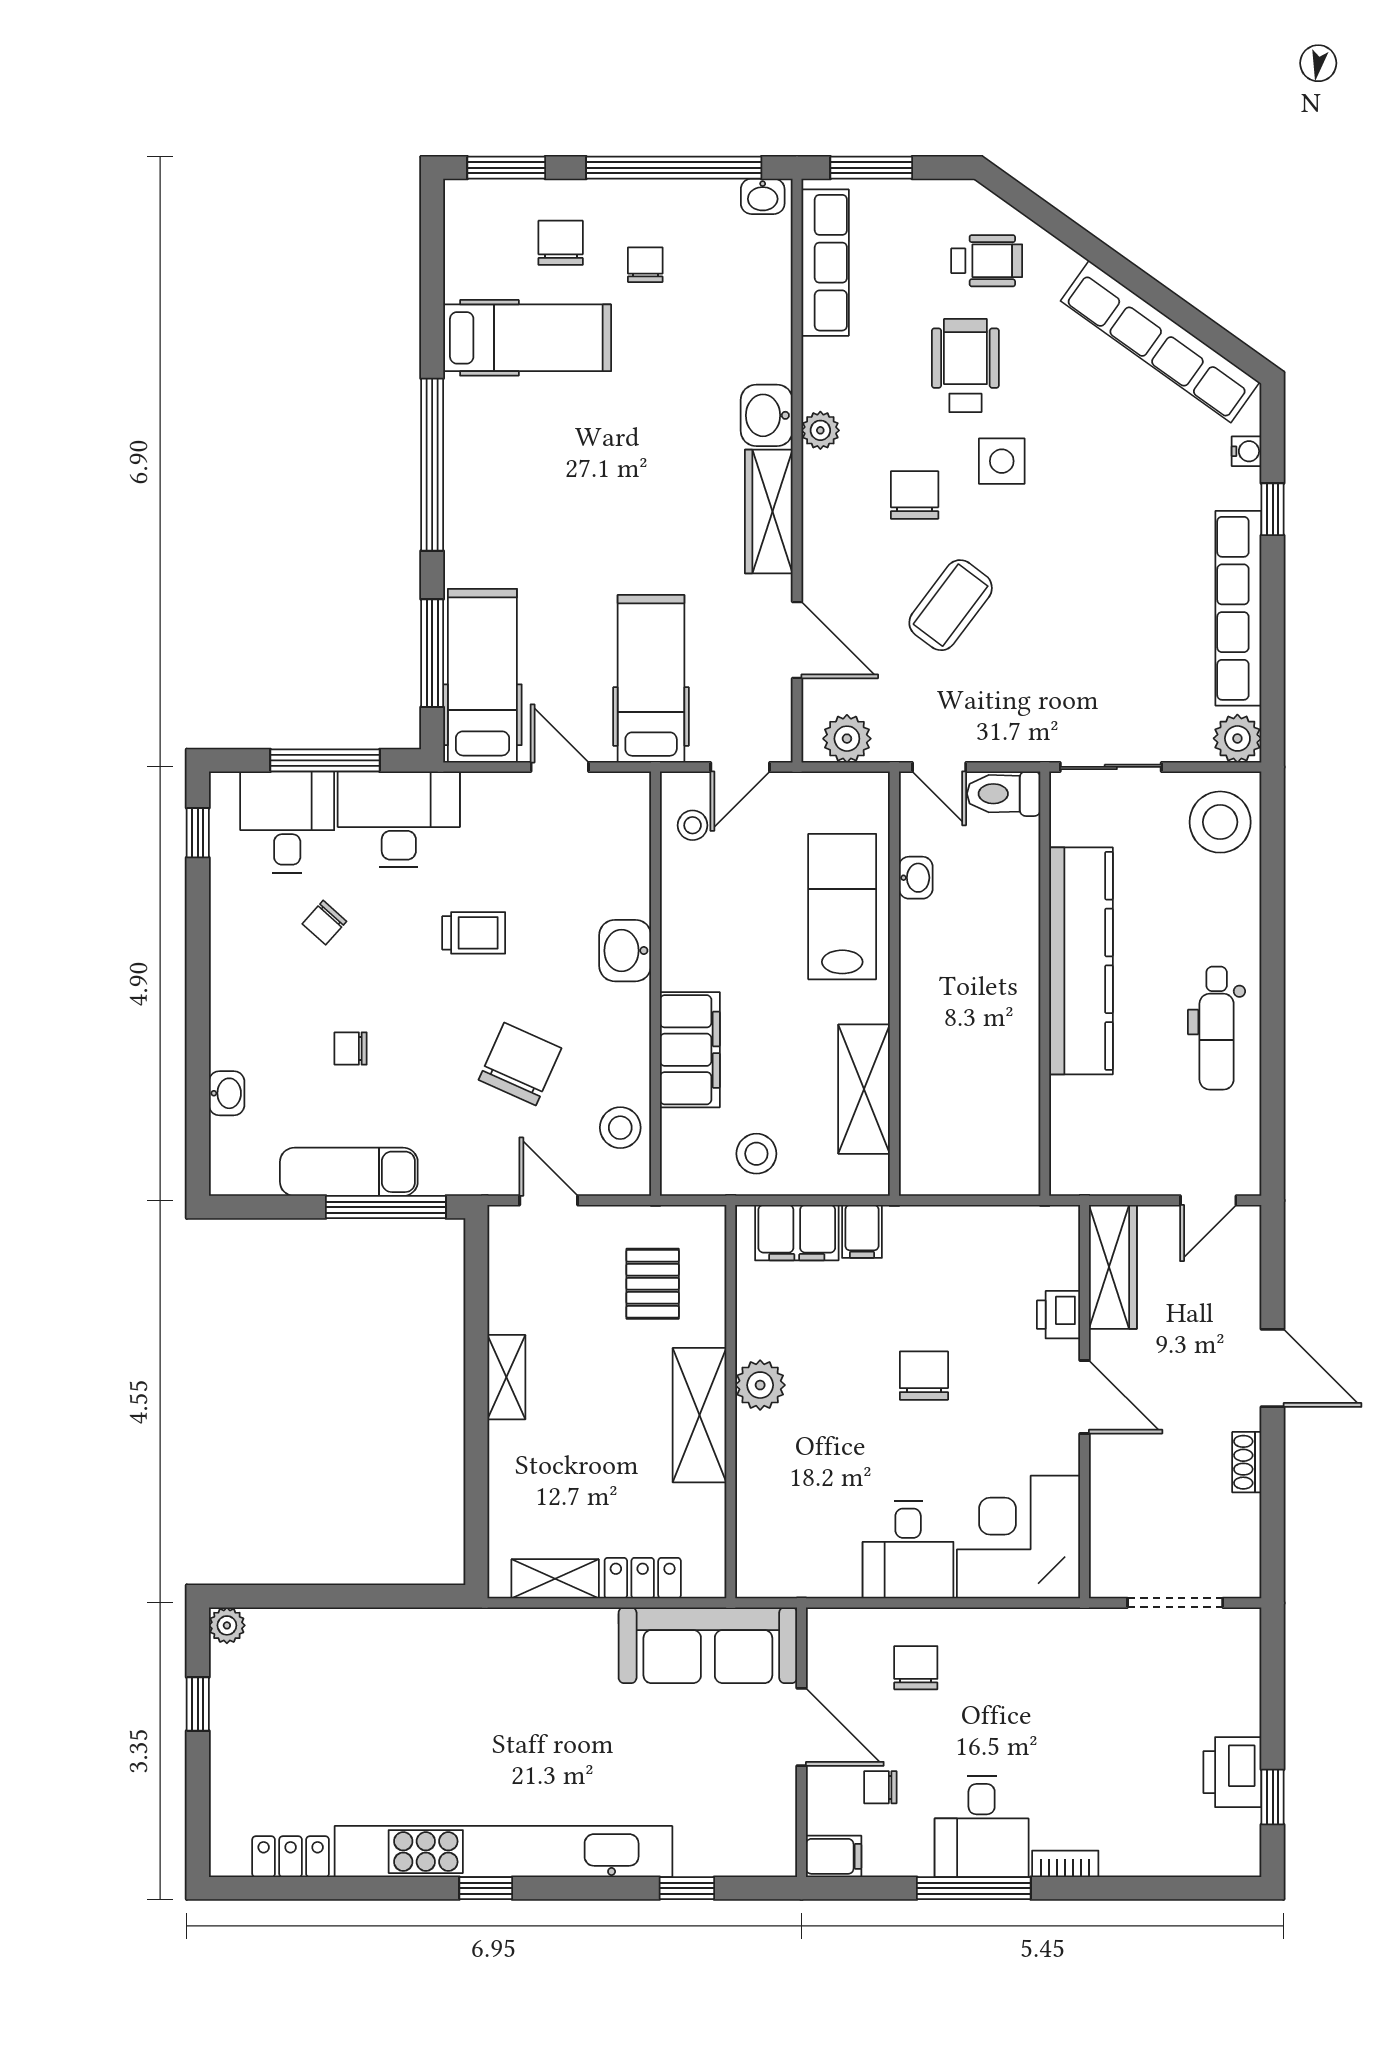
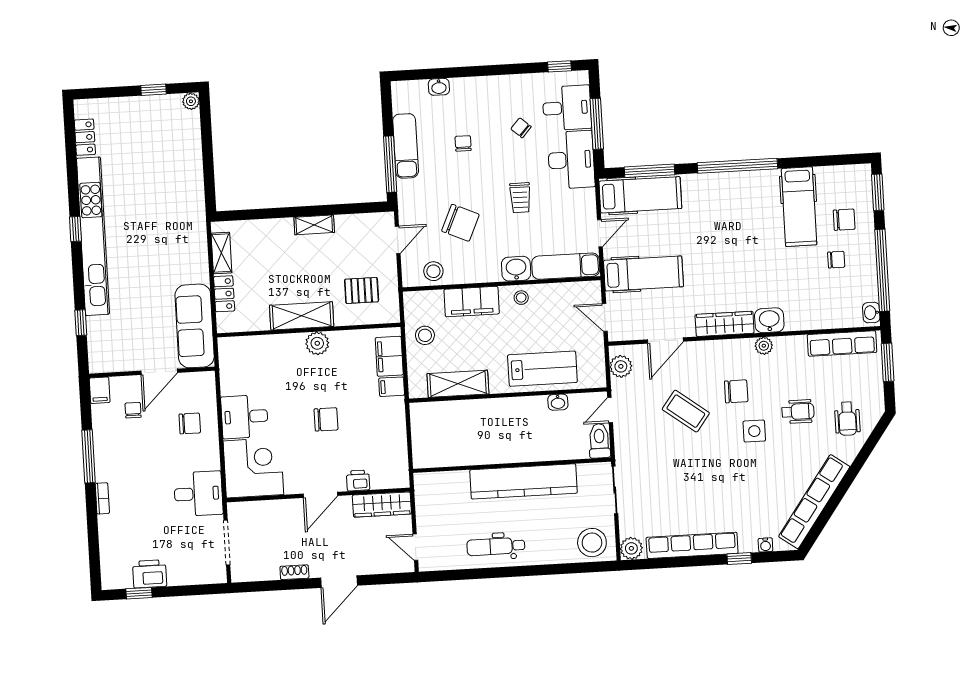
wheelchair: (965, 366) -> (798, 412), width x0.73, depth x0.73
stool: (693, 825) -> (521, 298), moved
exam couch: (626, 844) -> (566, 266), added
desk: (982, 1826) -> (198, 494), moved, turned 180

